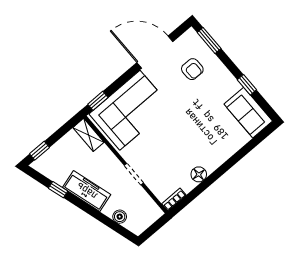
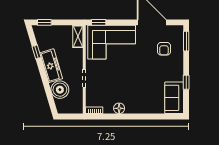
boiler: (120, 217) -> (60, 90), width x1.86, depth x1.86

